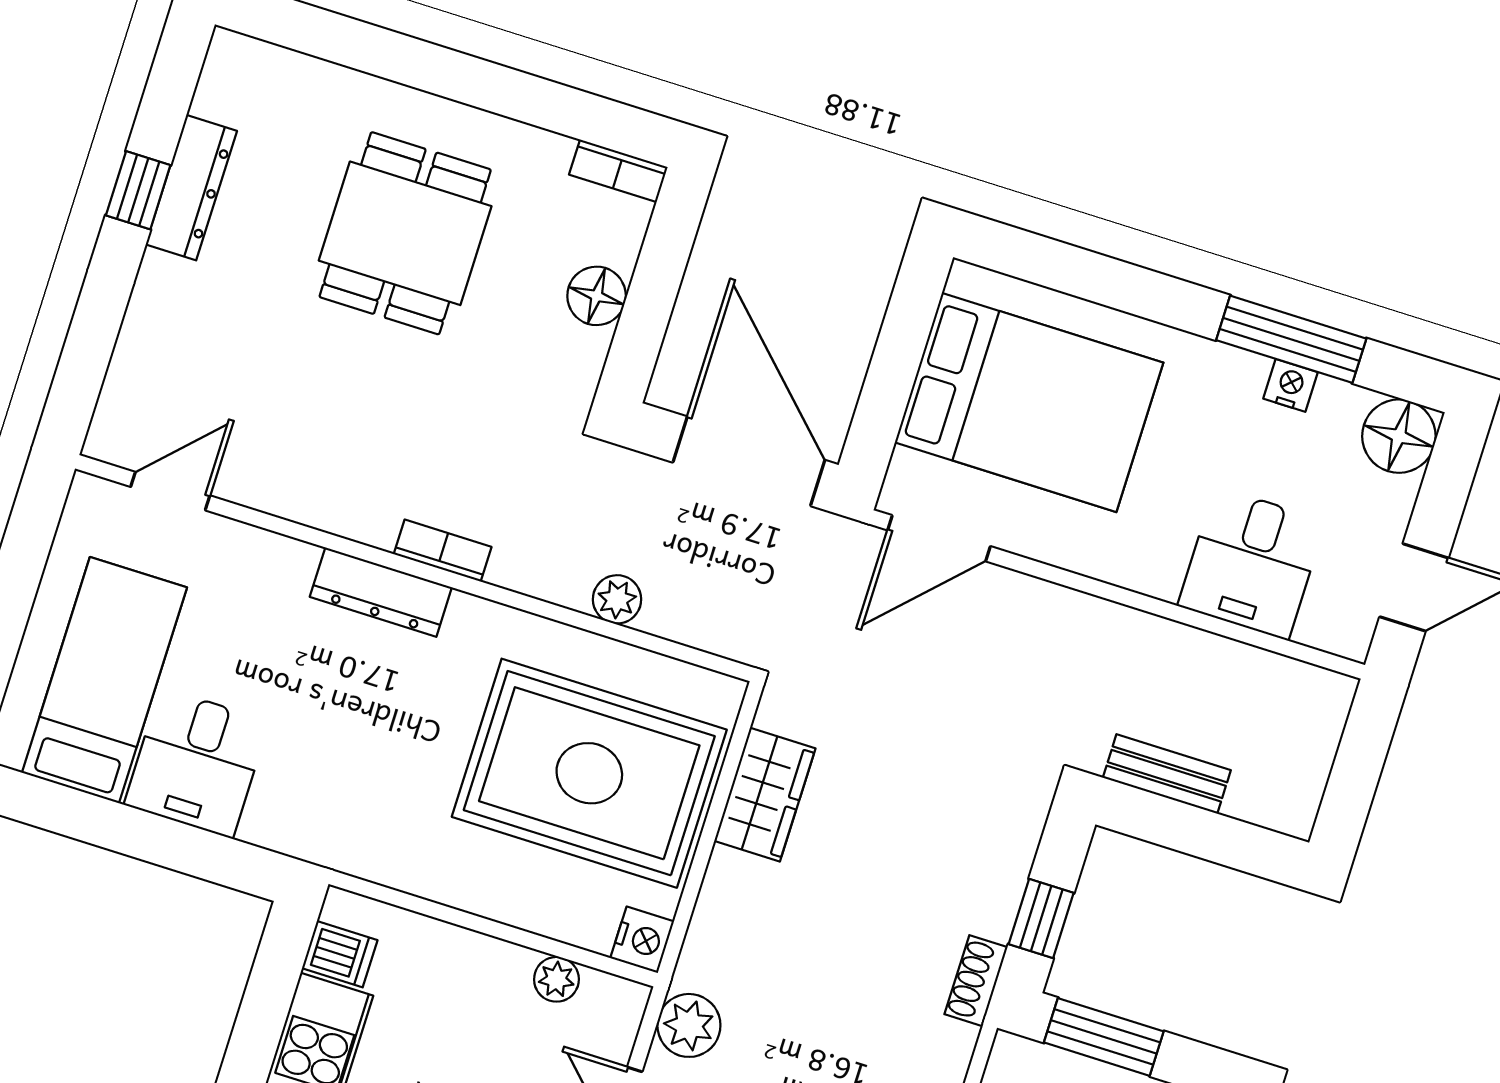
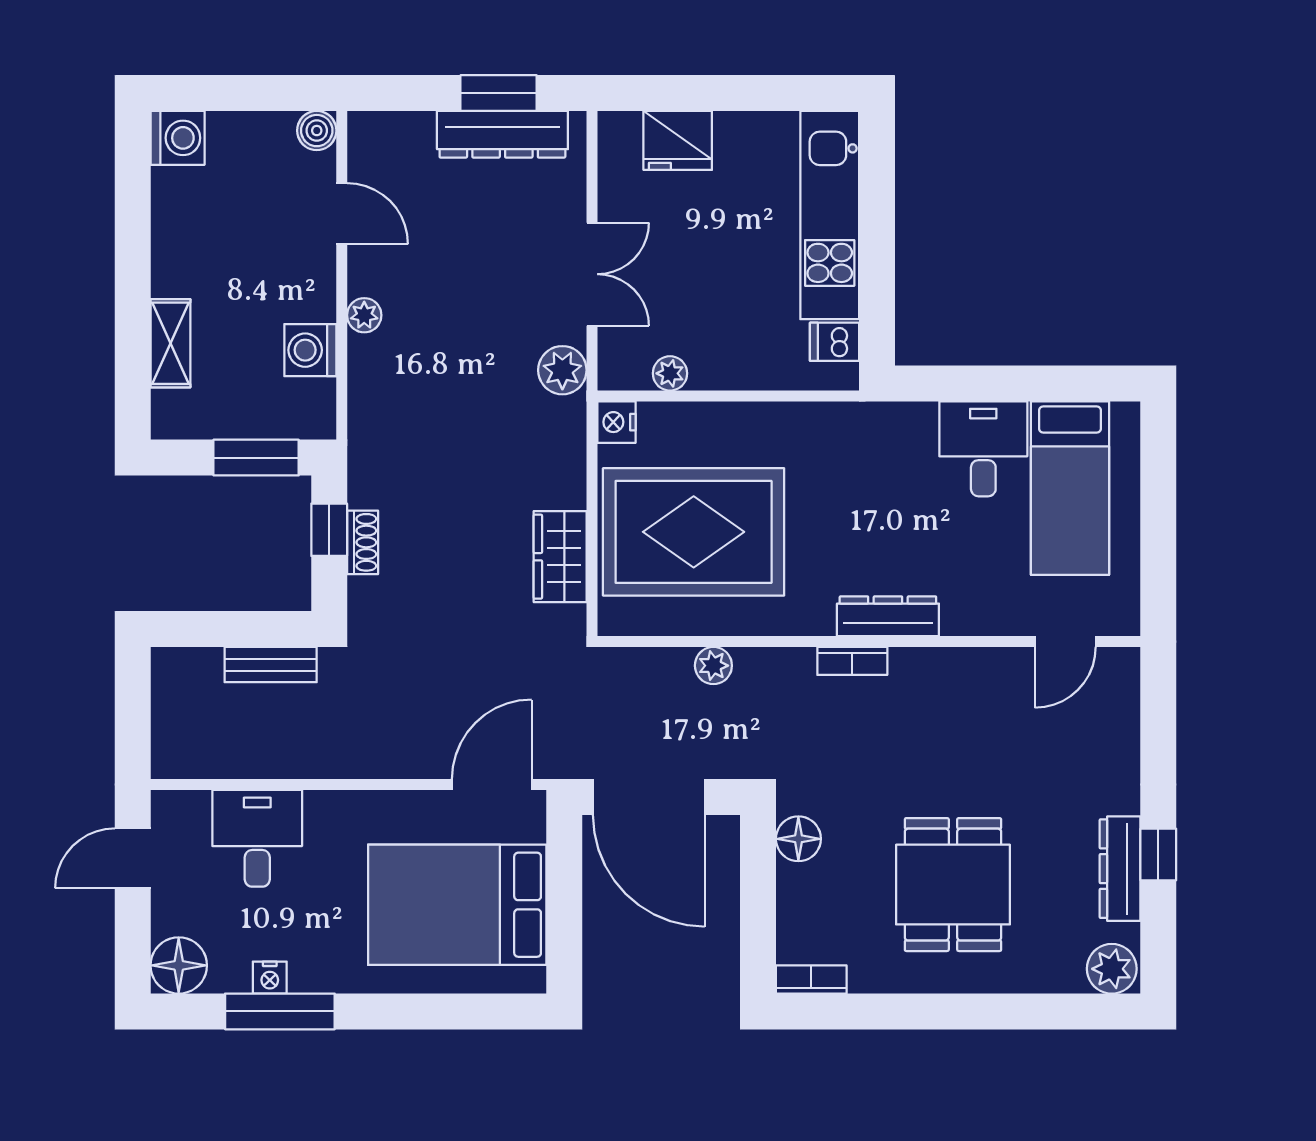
plant: (241, 66) -> (1112, 969), added
floor lamp: (597, 296) -> (798, 839), moved
shoe rack: (976, 981) -> (363, 542), moved

